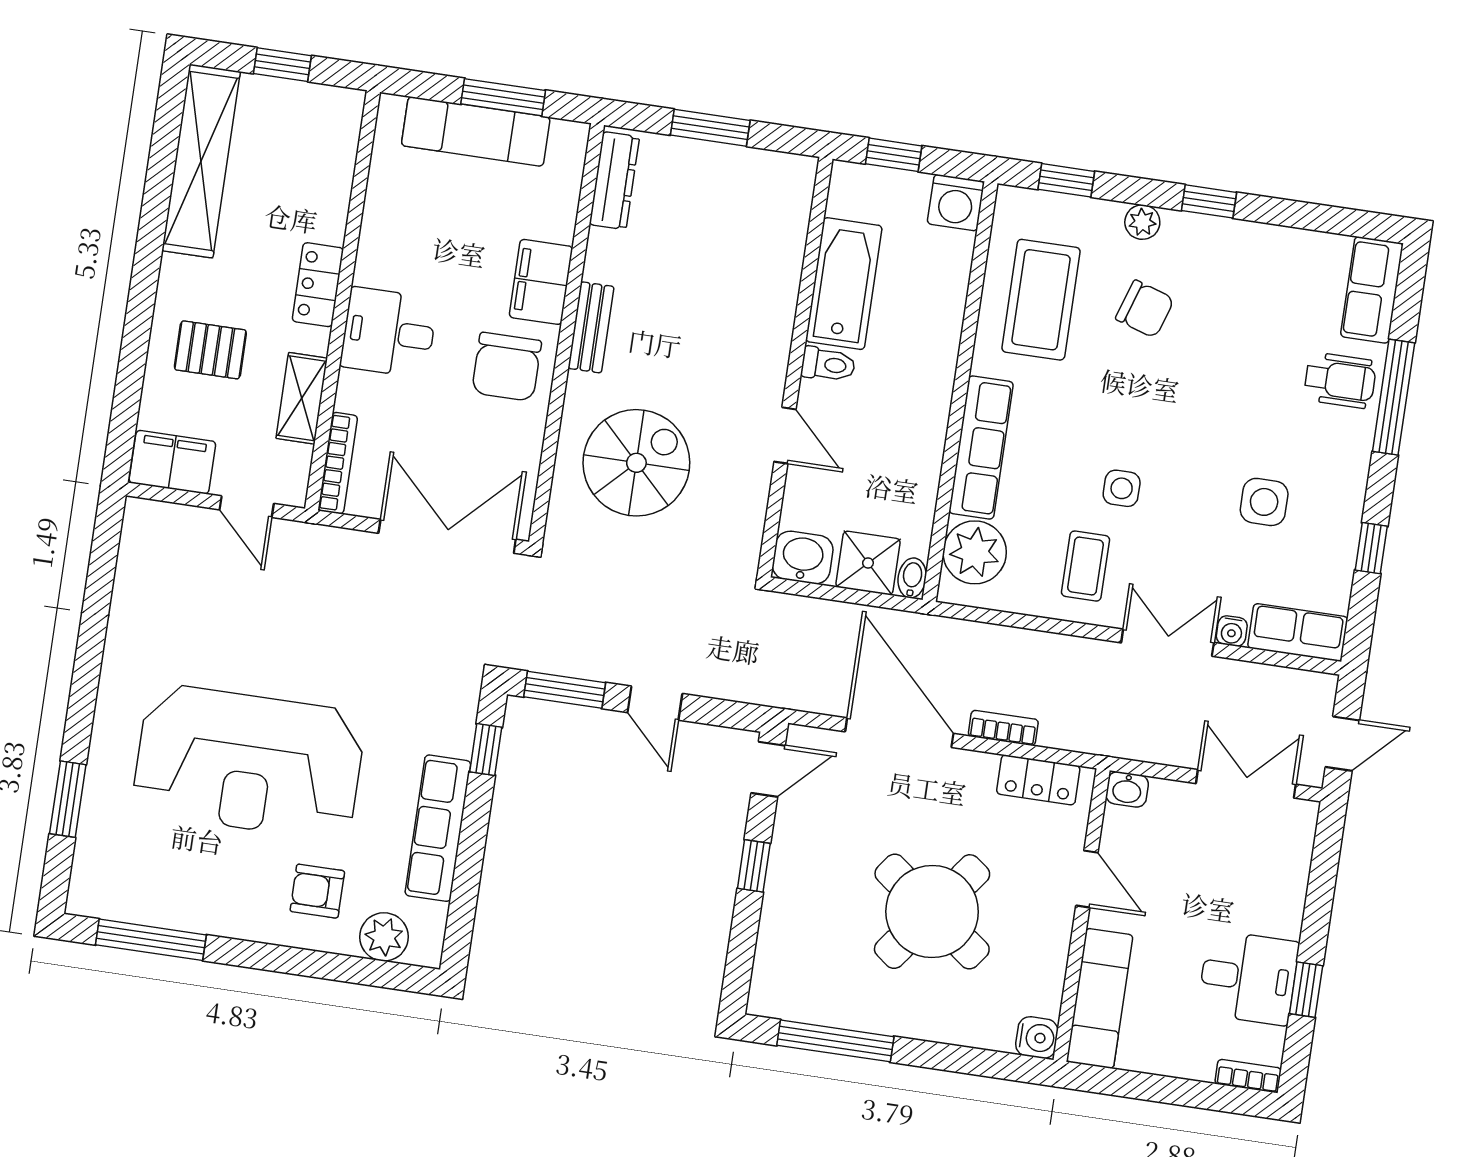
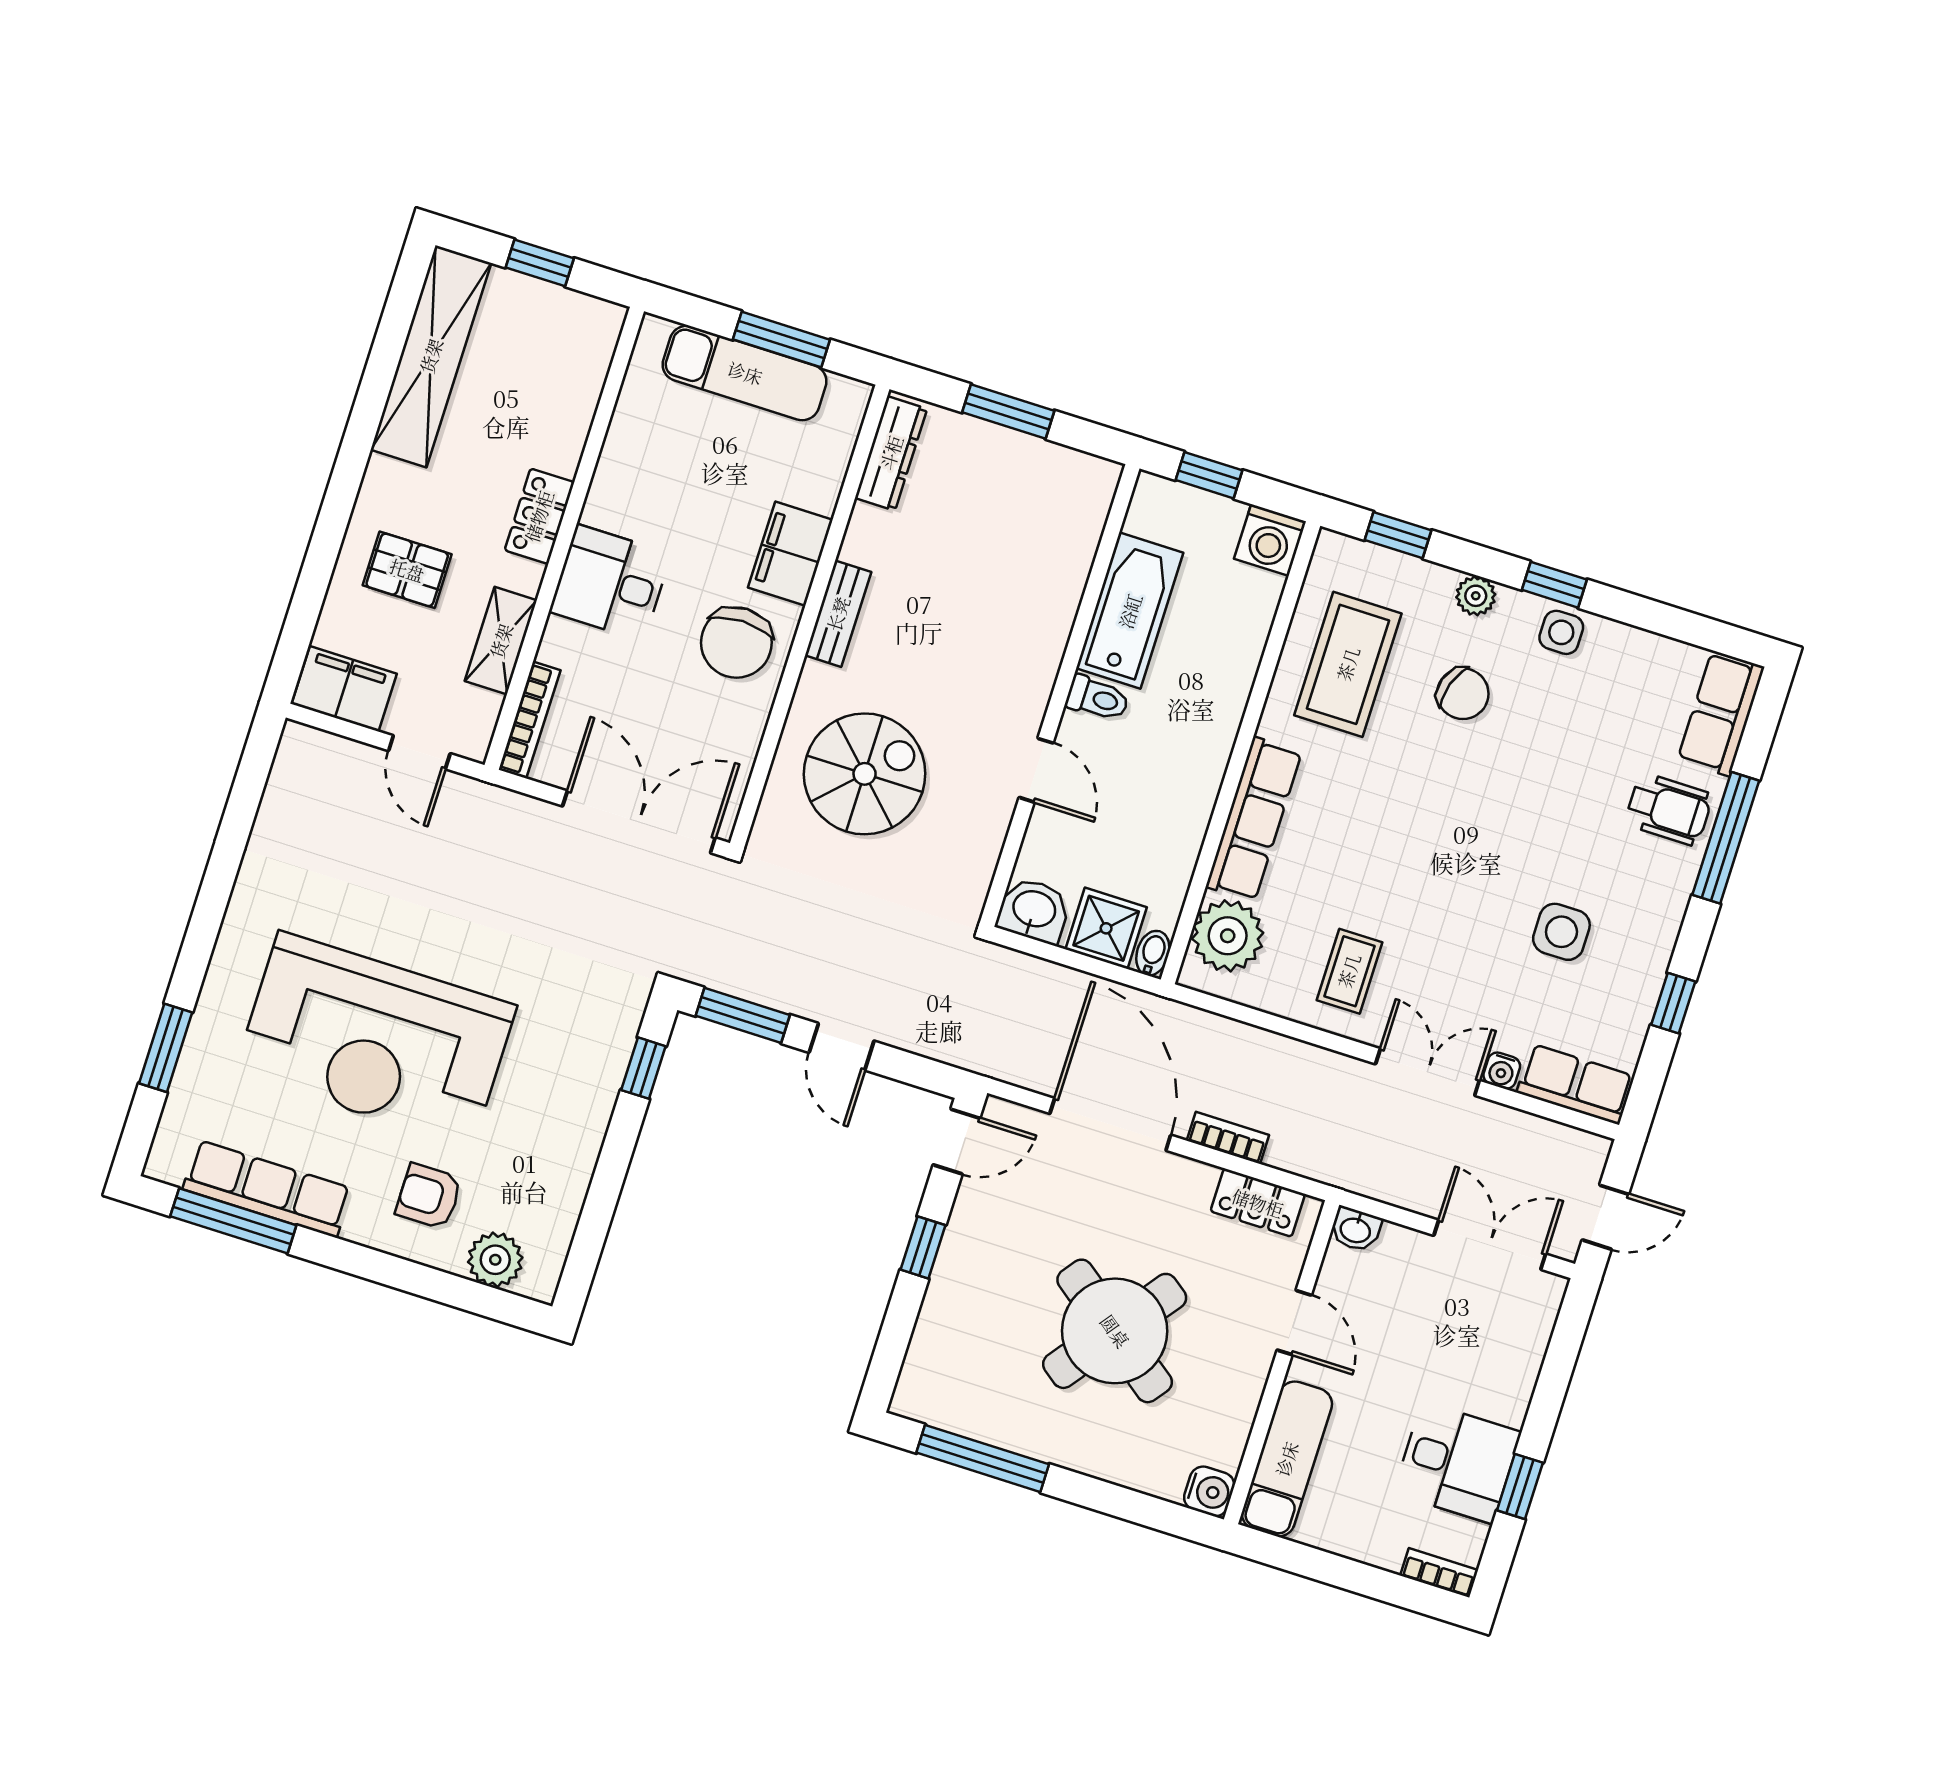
side table: (1122, 488) -> (1561, 632), moved
row of seats: (438, 828) -> (267, 1189), moved, turned 90

